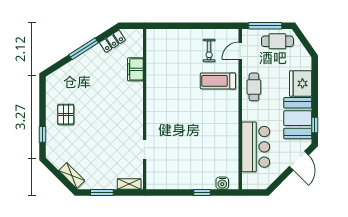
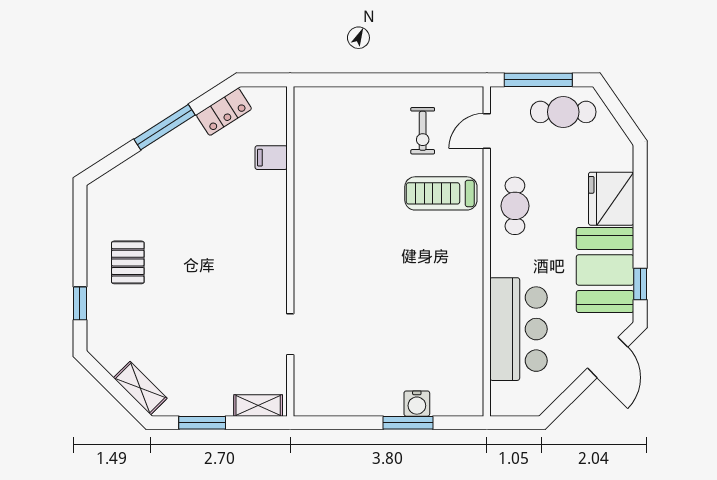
filing cabinet: (135, 69) -> (271, 158), width x0.50
water cooler: (222, 183) -> (417, 404), moved
window: (202, 192) -> (408, 423), width x1.50

